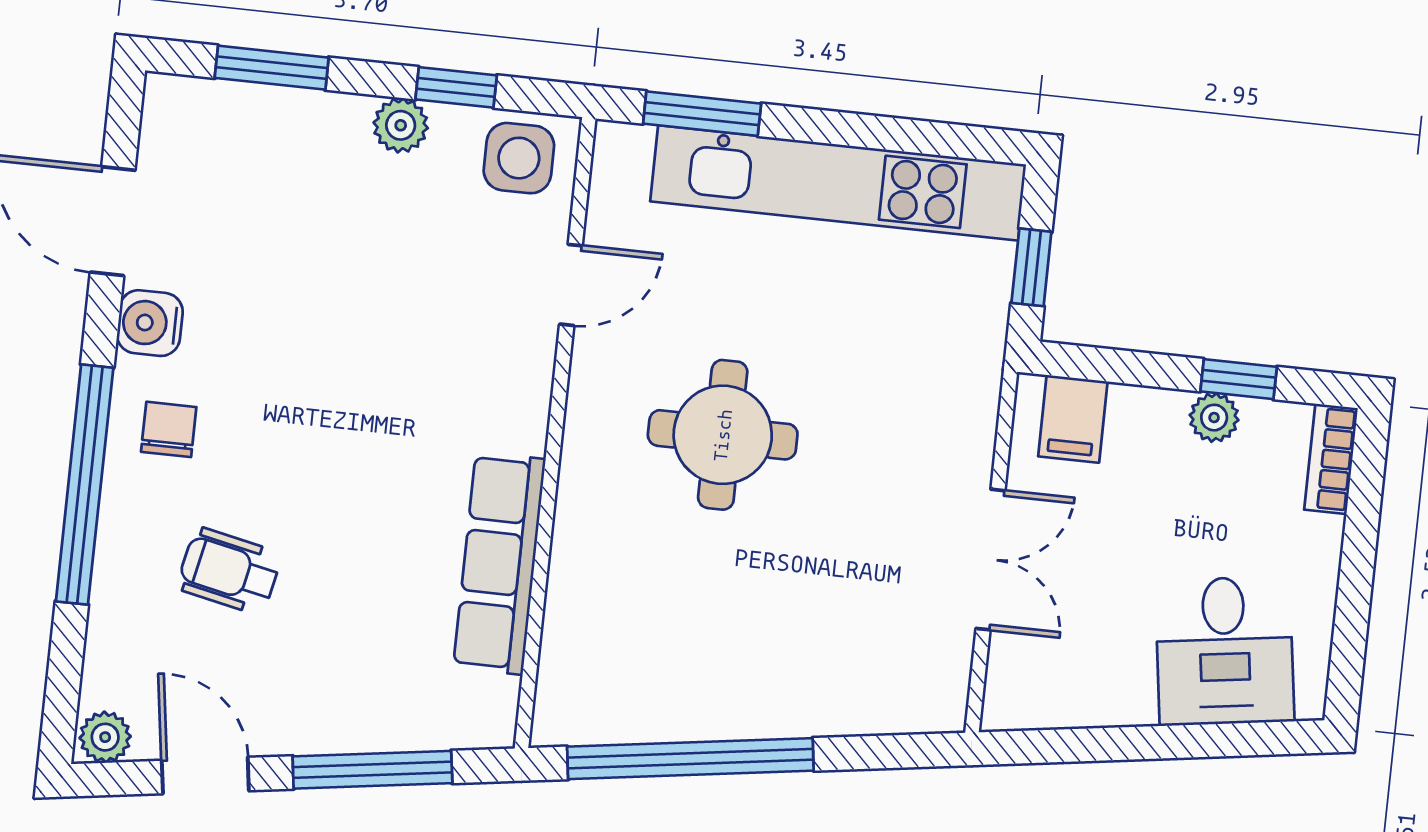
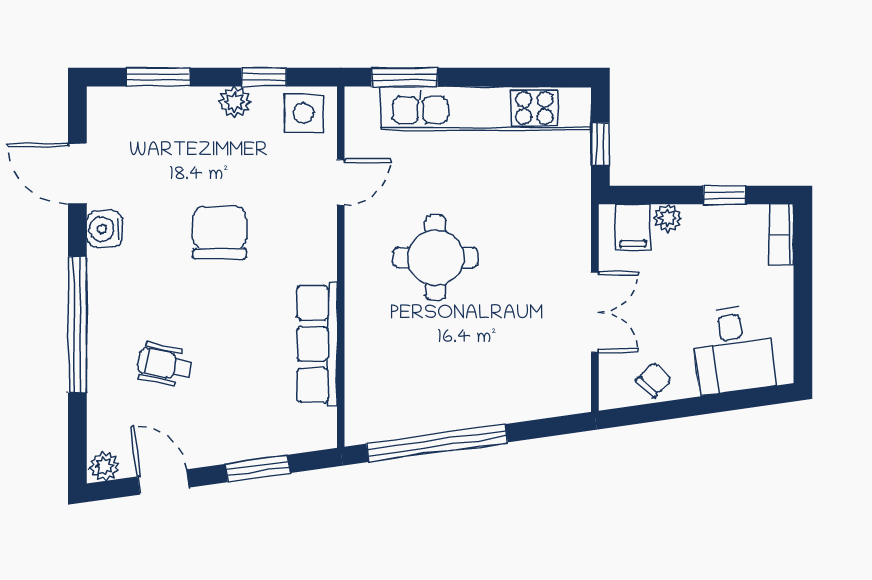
plant: (1214, 418) -> (667, 218), moved
chair: (169, 429) -> (219, 233), moved, width x1.87, depth x1.87
chair: (1081, 689) -> (654, 380), added
window: (372, 770) -> (258, 468), width x0.69

